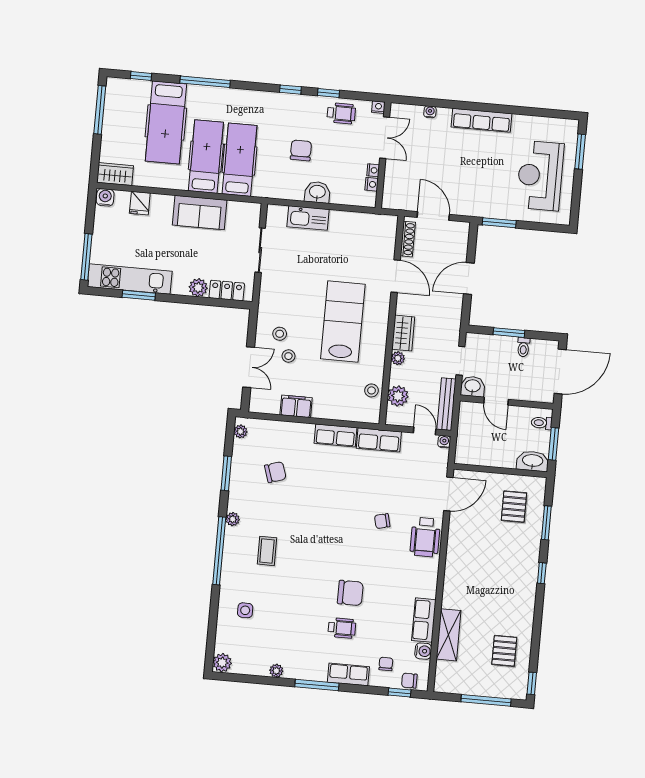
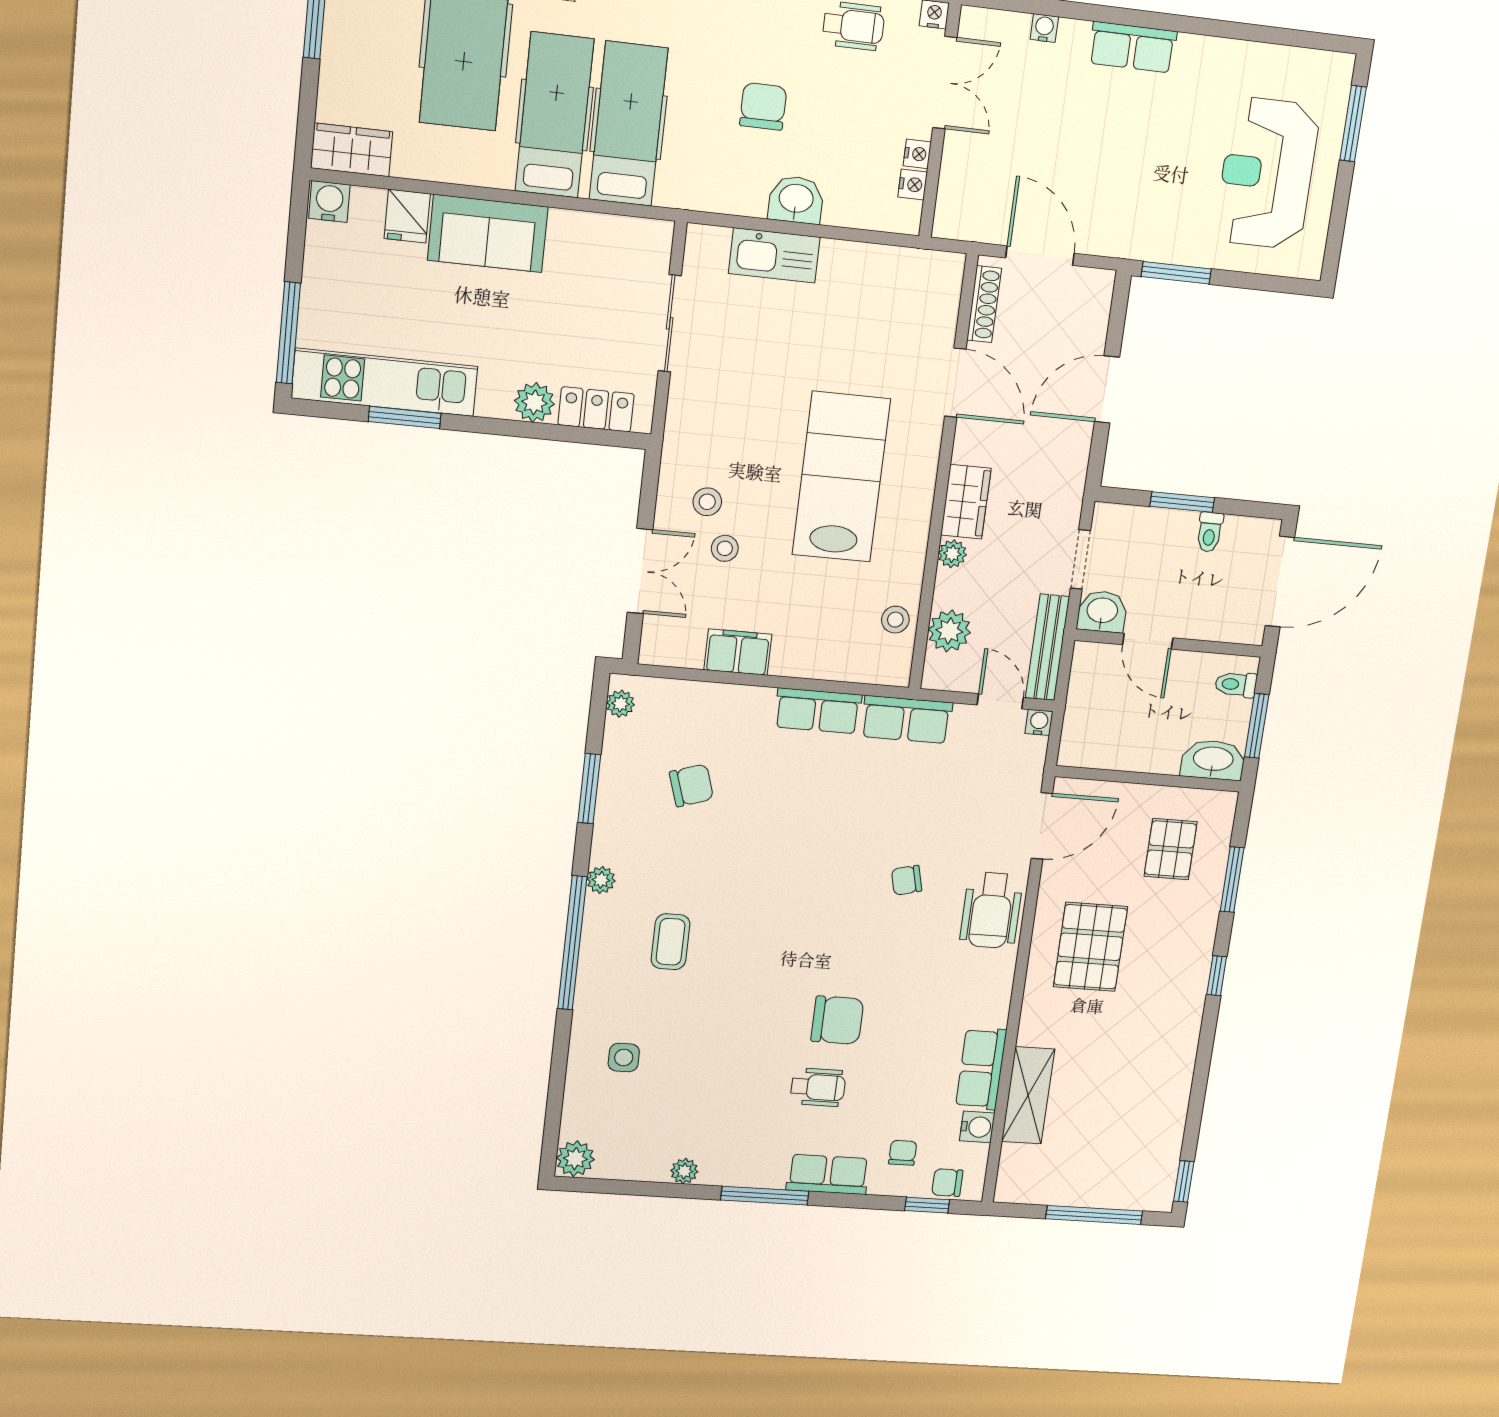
row of seats: (482, 120) -> (1133, 47), width x0.68
sofa: (200, 212) -> (488, 234), moved
pallet: (504, 651) -> (1090, 947), moved, width x1.50, depth x1.42

